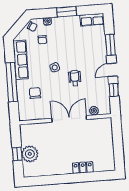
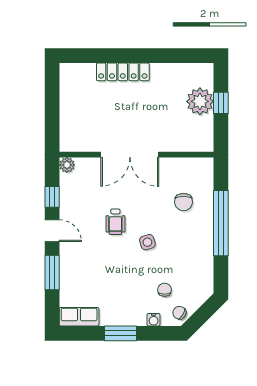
row of seats: (21, 60) -> (203, 259), removed
door: (112, 70) -> (52, 231), hinge flipped
plant: (94, 111) -> (67, 165), moved
locker: (83, 168) -> (123, 72), width x1.53

